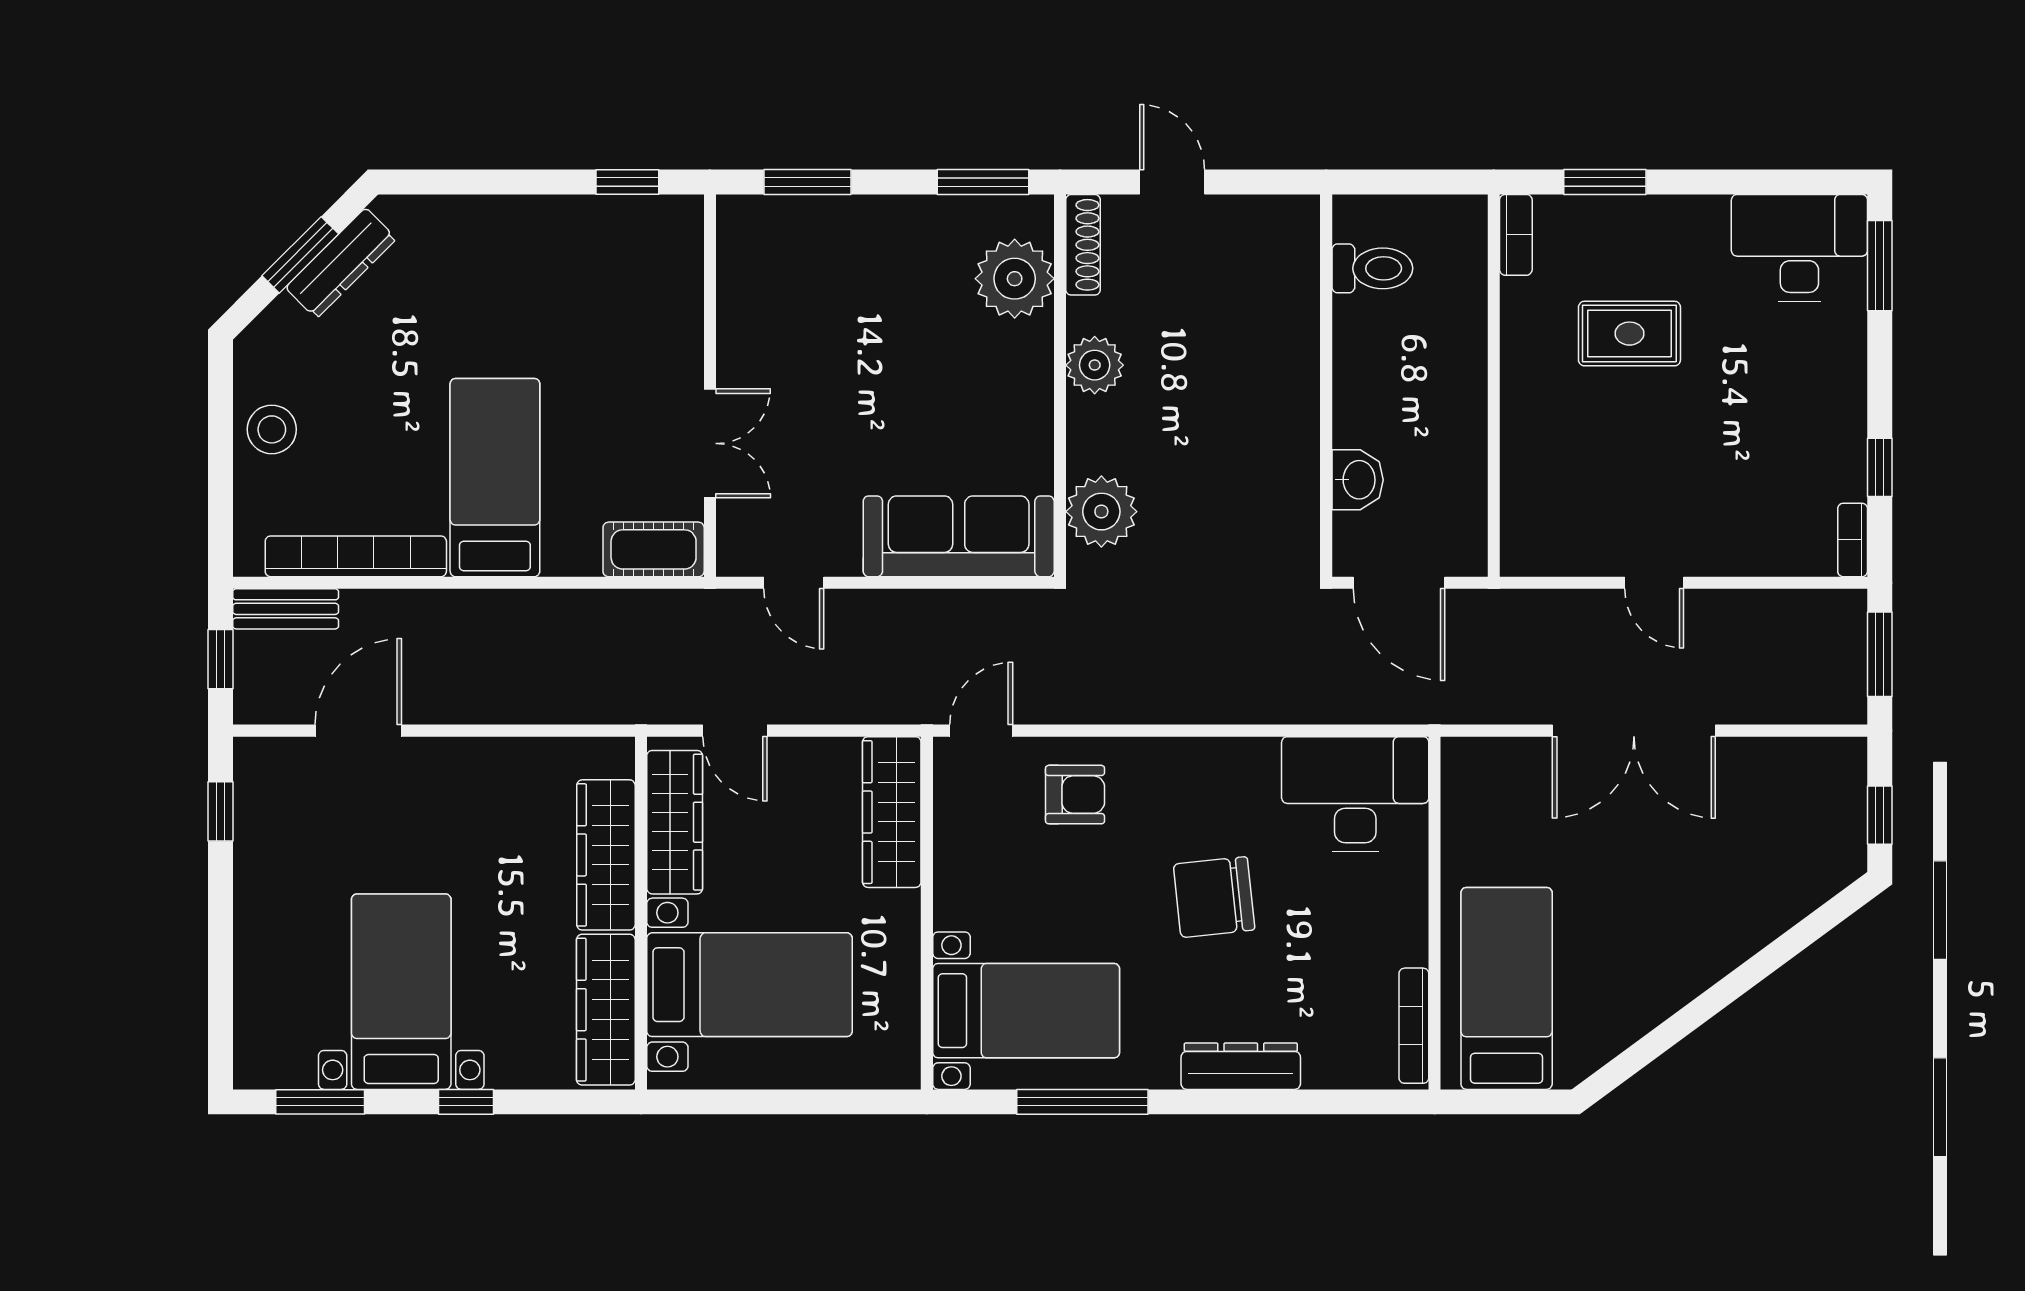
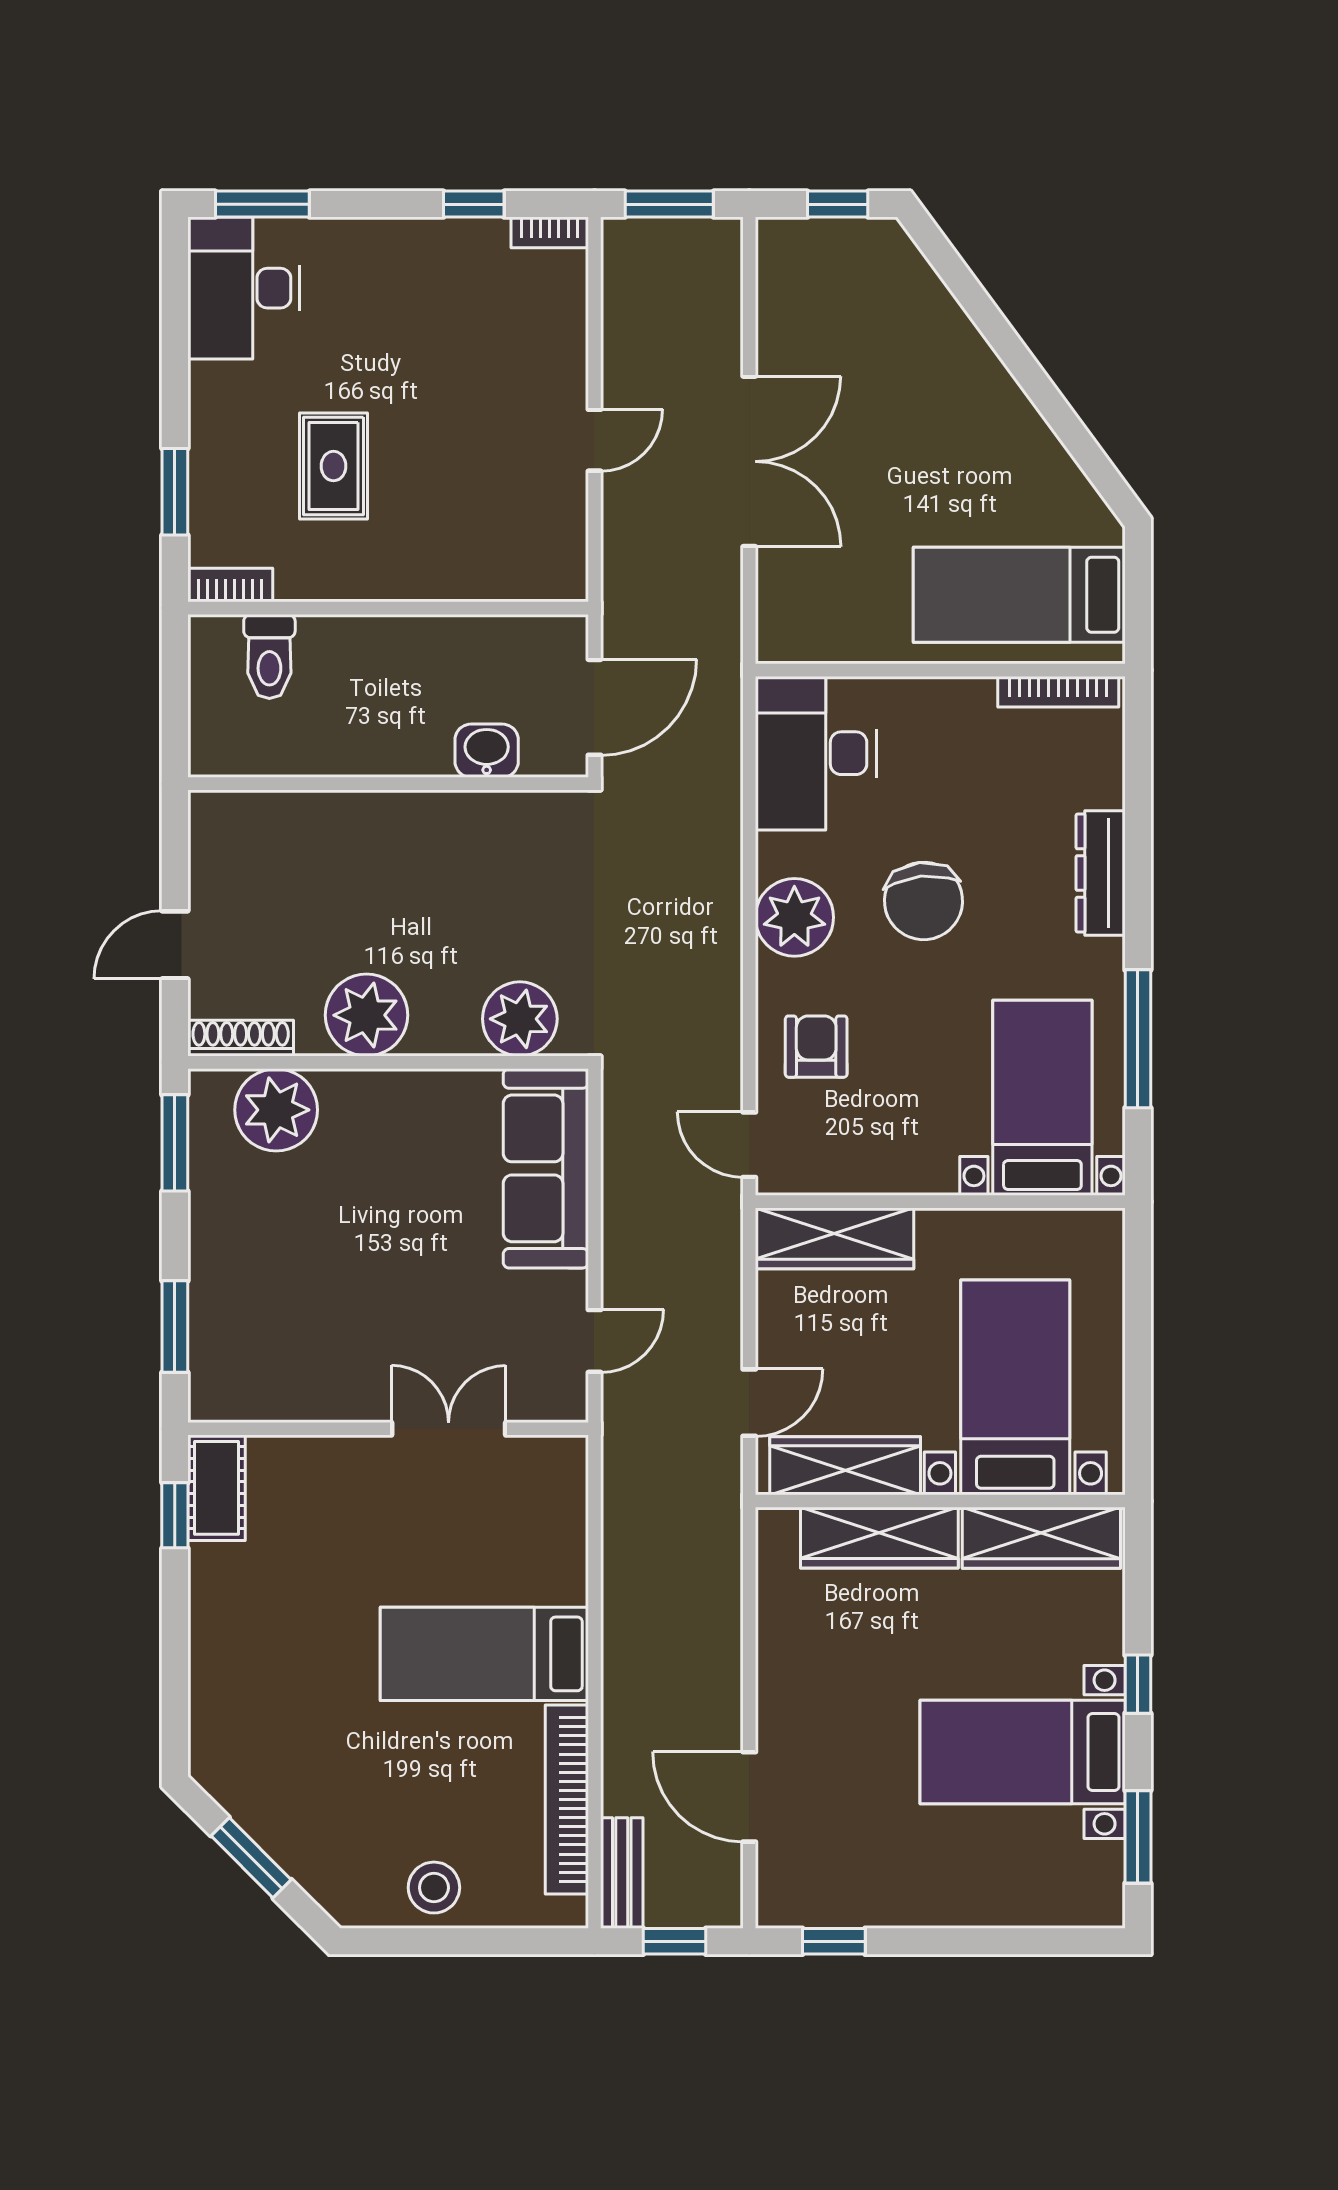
dresser: (341, 263) -> (260, 1815), removed
toilet: (1372, 268) -> (269, 656), moved, turned 180
plant: (1095, 365) -> (366, 1015), width x1.36, depth x1.36
cot: (654, 549) -> (217, 1488), moved
plant: (1198, 774) -> (794, 917), added

